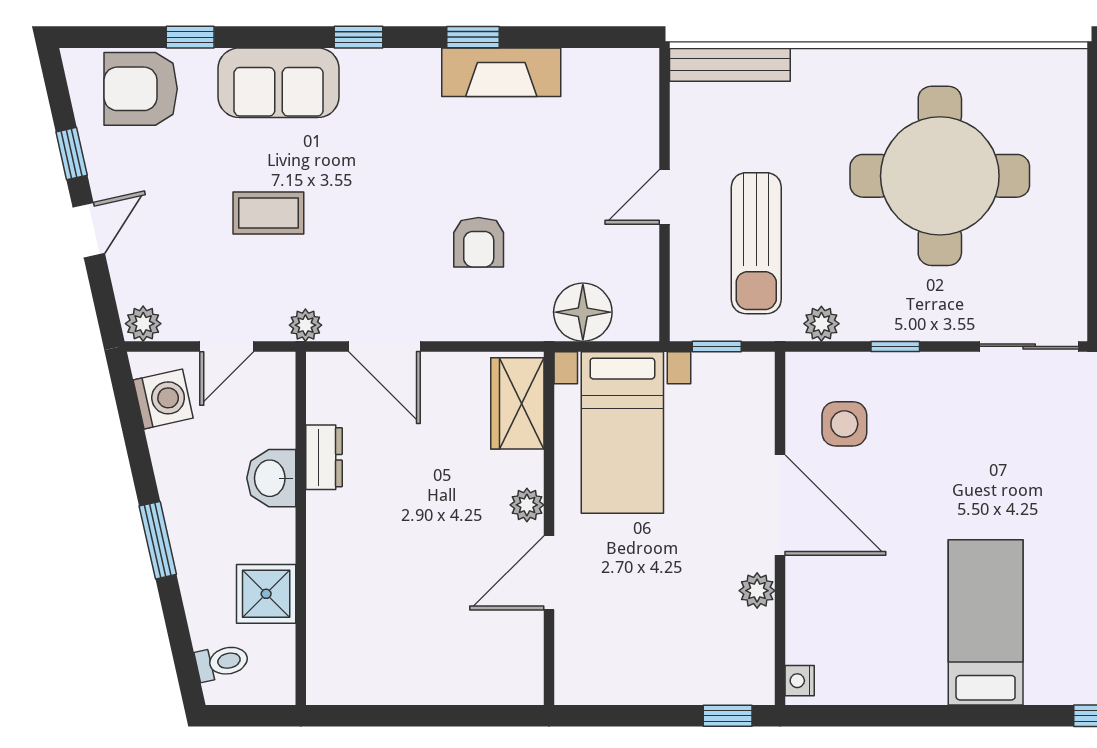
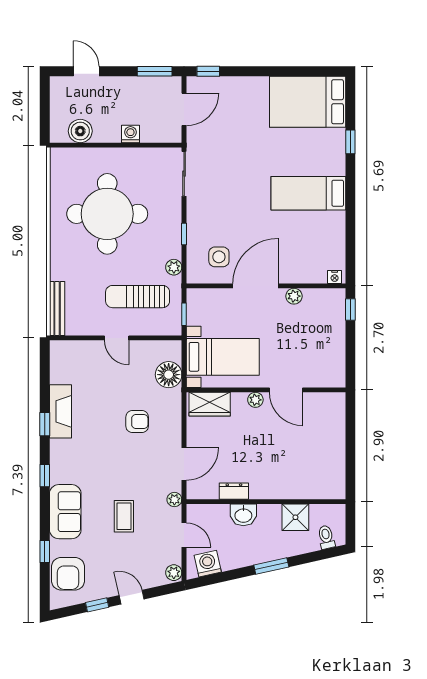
sun lounger: (756, 243) -> (138, 297), turned 180

